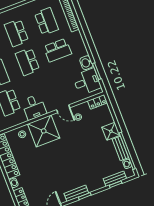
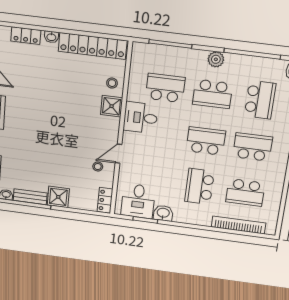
shower: (44, 131) -> (112, 106), width x0.54, depth x0.54

